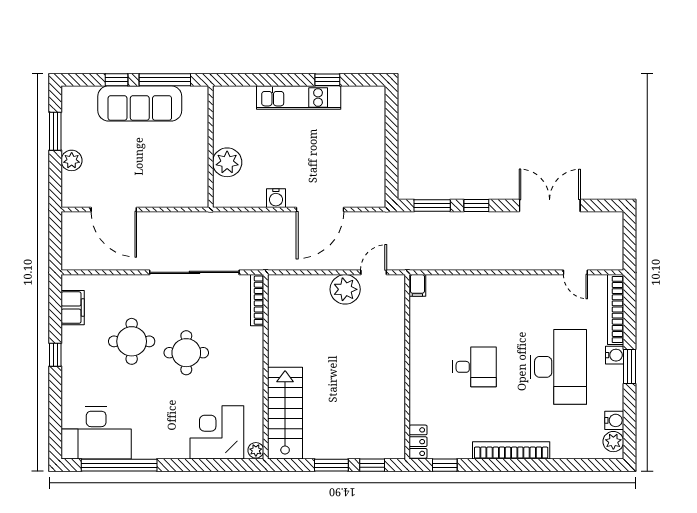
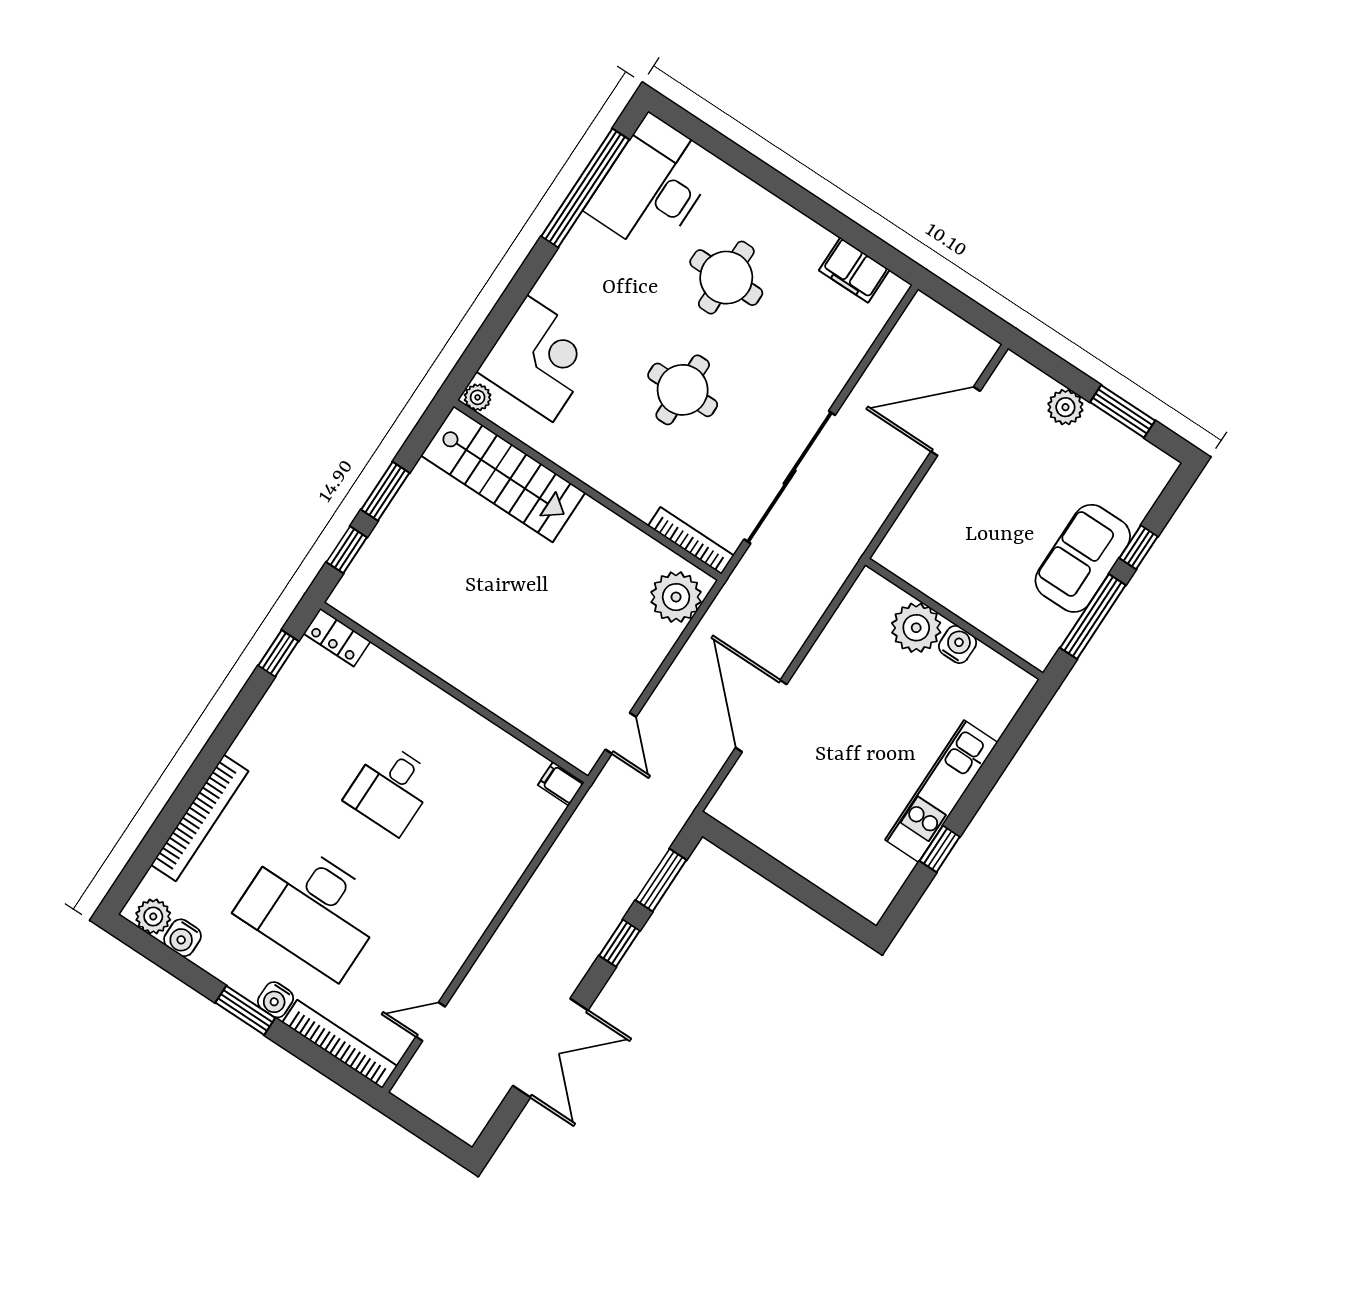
sofa: (140, 103) -> (1083, 558), width x0.73
water cooler: (276, 198) -> (958, 644), moved, turned 90
plant: (345, 289) -> (676, 597), moved
round table: (132, 341) -> (726, 278), moved
window: (55, 355) -> (803, 201), removed
bookcase: (511, 450) -> (200, 818), moved

